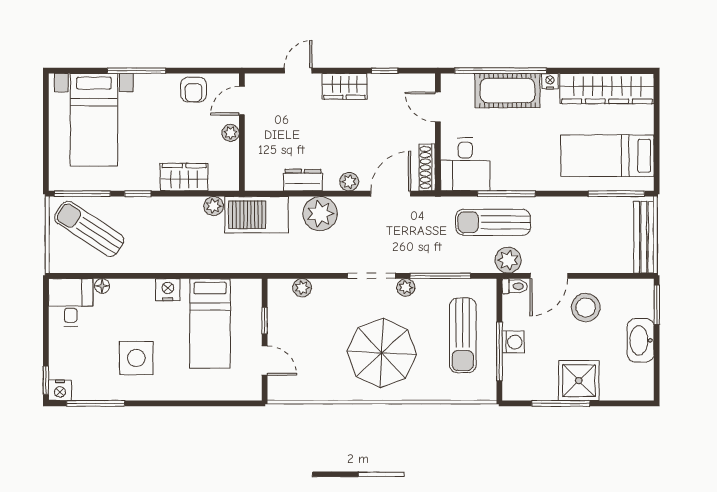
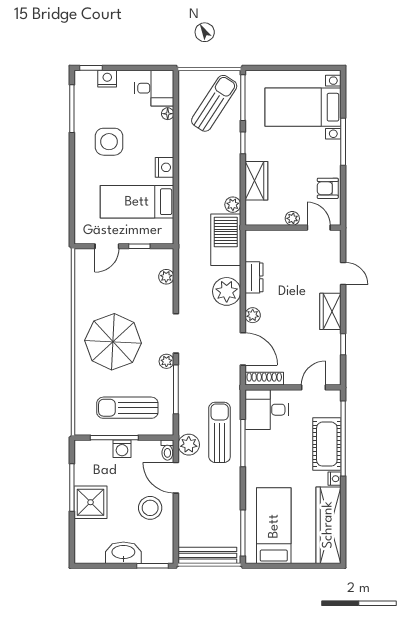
nightstand: (60, 390) -> (107, 79), moved, turned 90

